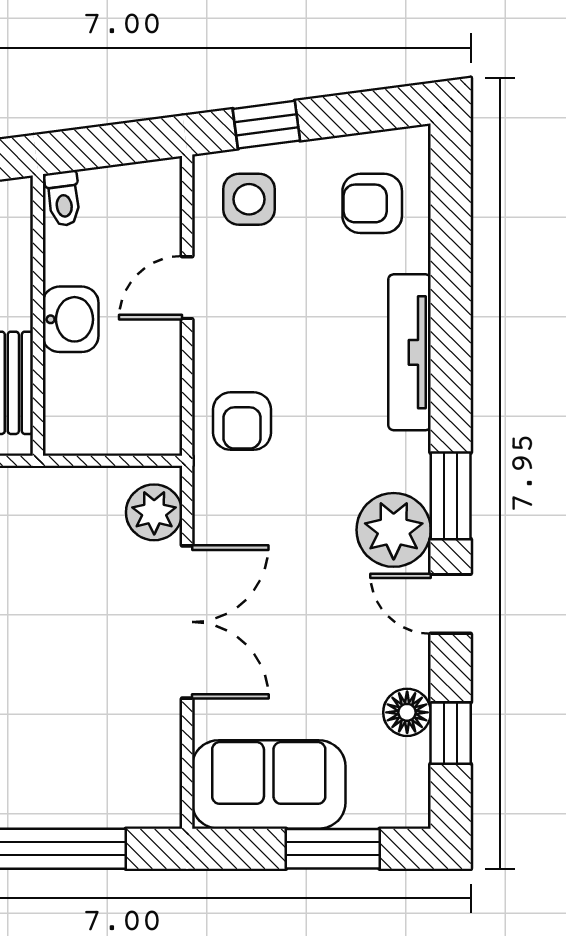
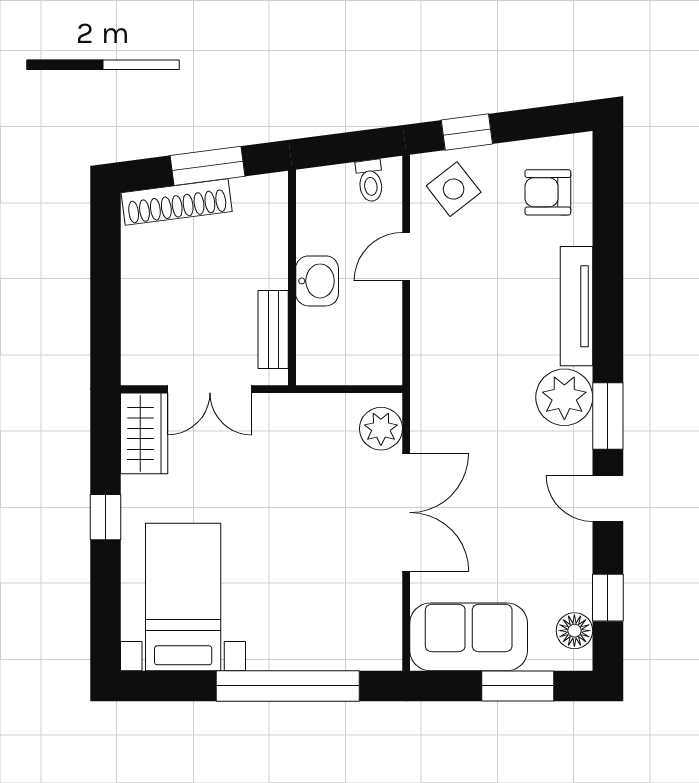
toilet: (63, 198) -> (370, 181), moved
side table: (249, 199) -> (454, 189), turned -38
armchair: (242, 421) -> (448, 359), removed
plant: (394, 530) -> (564, 397), moved
floor lamp: (407, 712) -> (574, 631), moved

